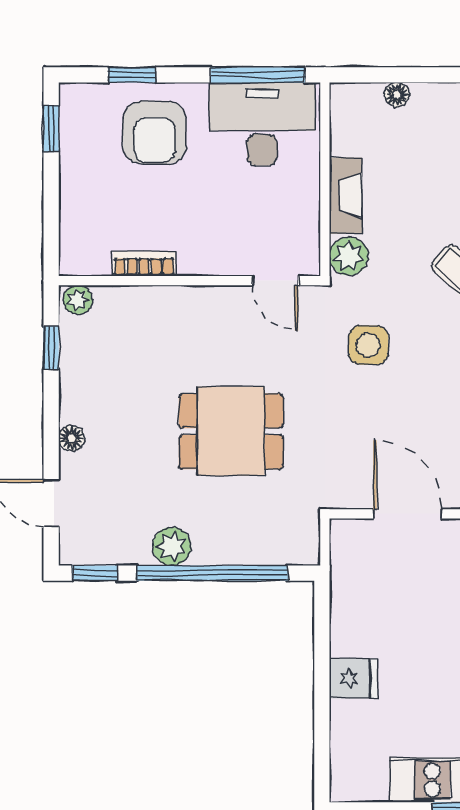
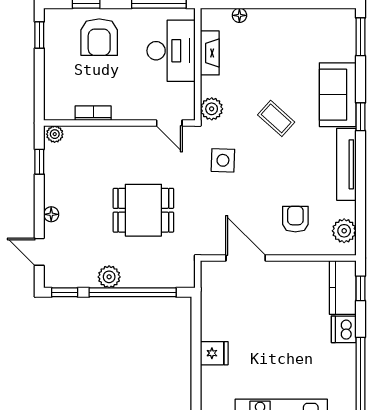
desk: (262, 124) -> (171, 51), moved, turned 90
fireplace: (346, 196) -> (210, 53), moved

